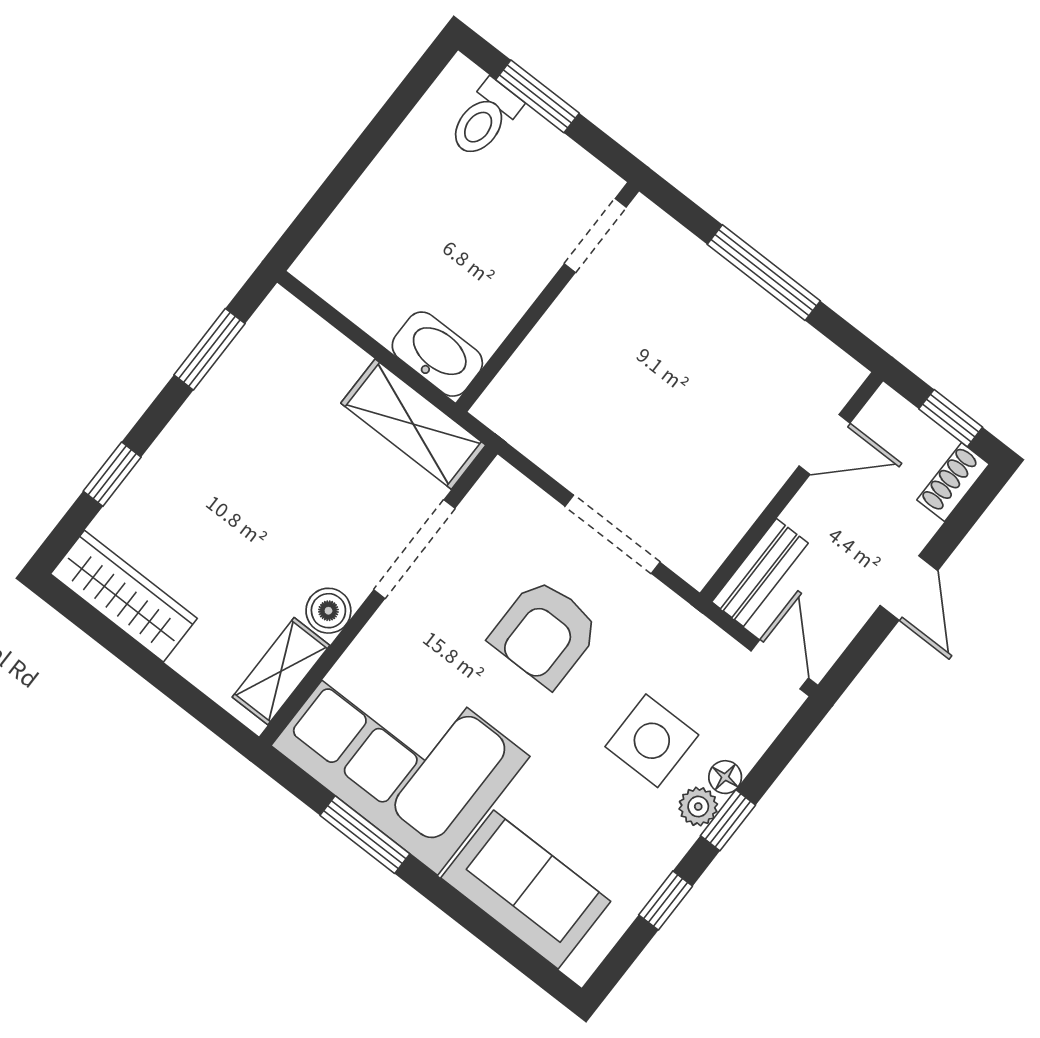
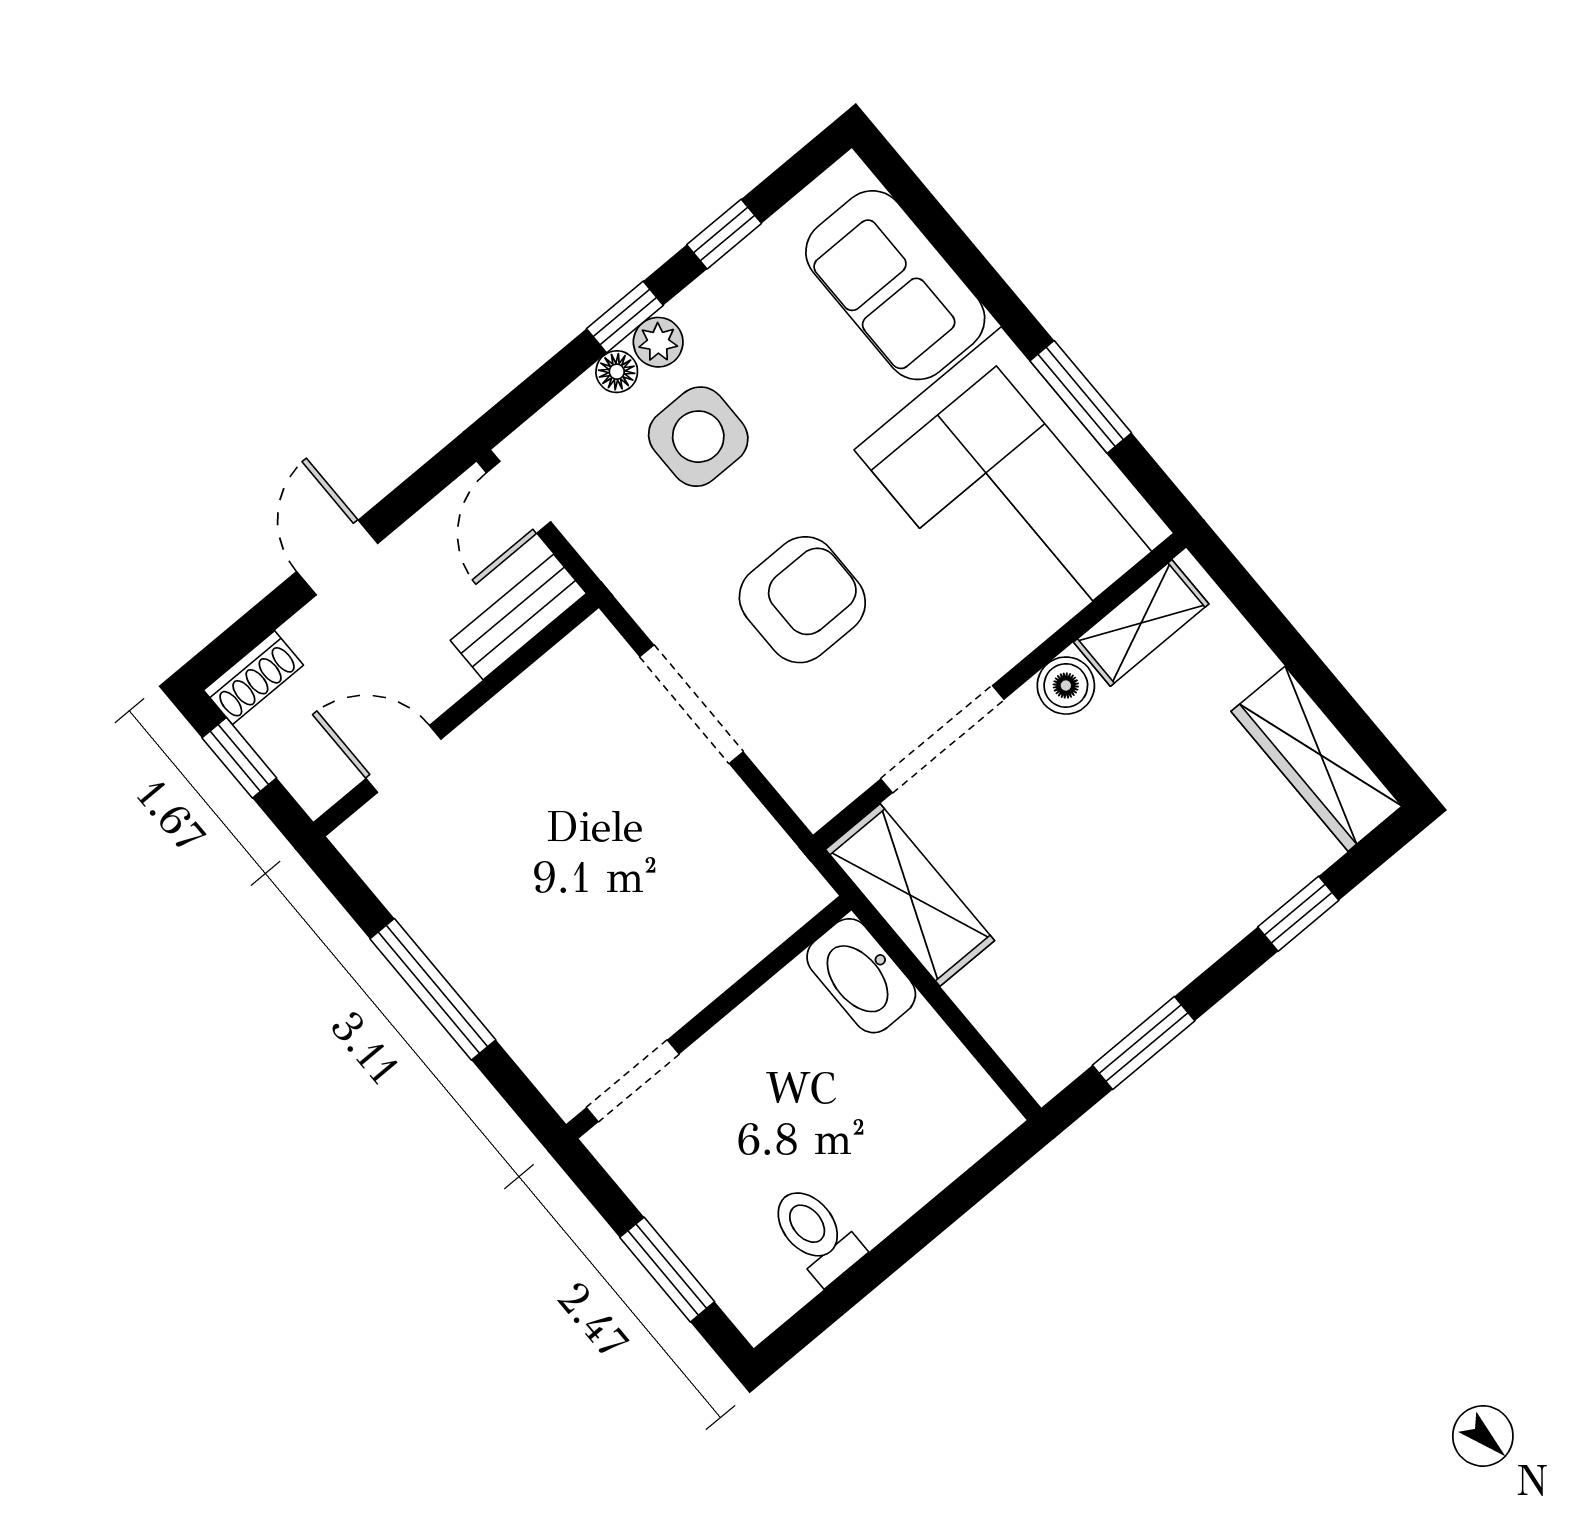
toilet: (485, 119) -> (816, 1234), moved, turned -90

